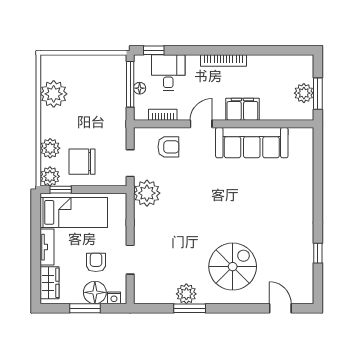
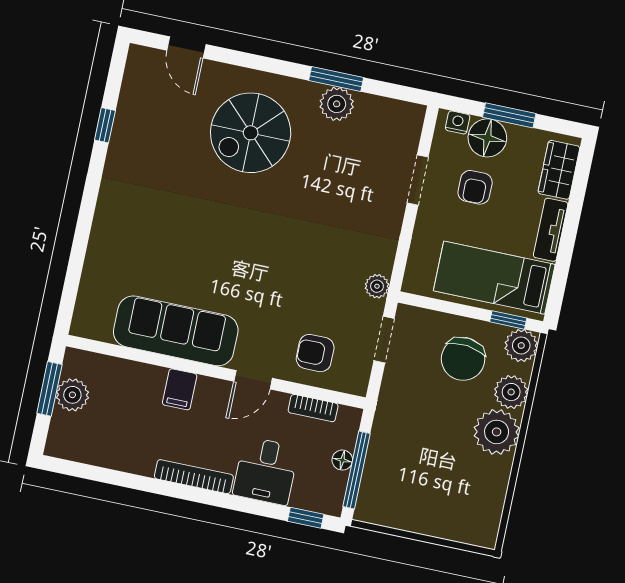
desk: (168, 73) -> (266, 471), moved
plant: (54, 94) -> (497, 432), moved
filing cabinet: (242, 109) -> (180, 389), width x0.50
chair: (82, 162) -> (463, 359), turned 96
plant: (147, 193) -> (377, 286), width x0.53, depth x0.53

